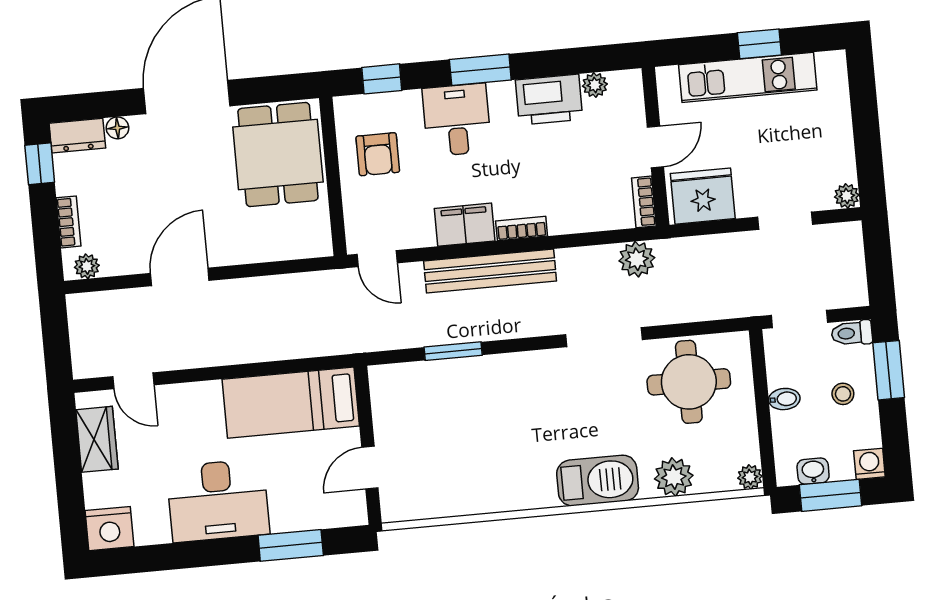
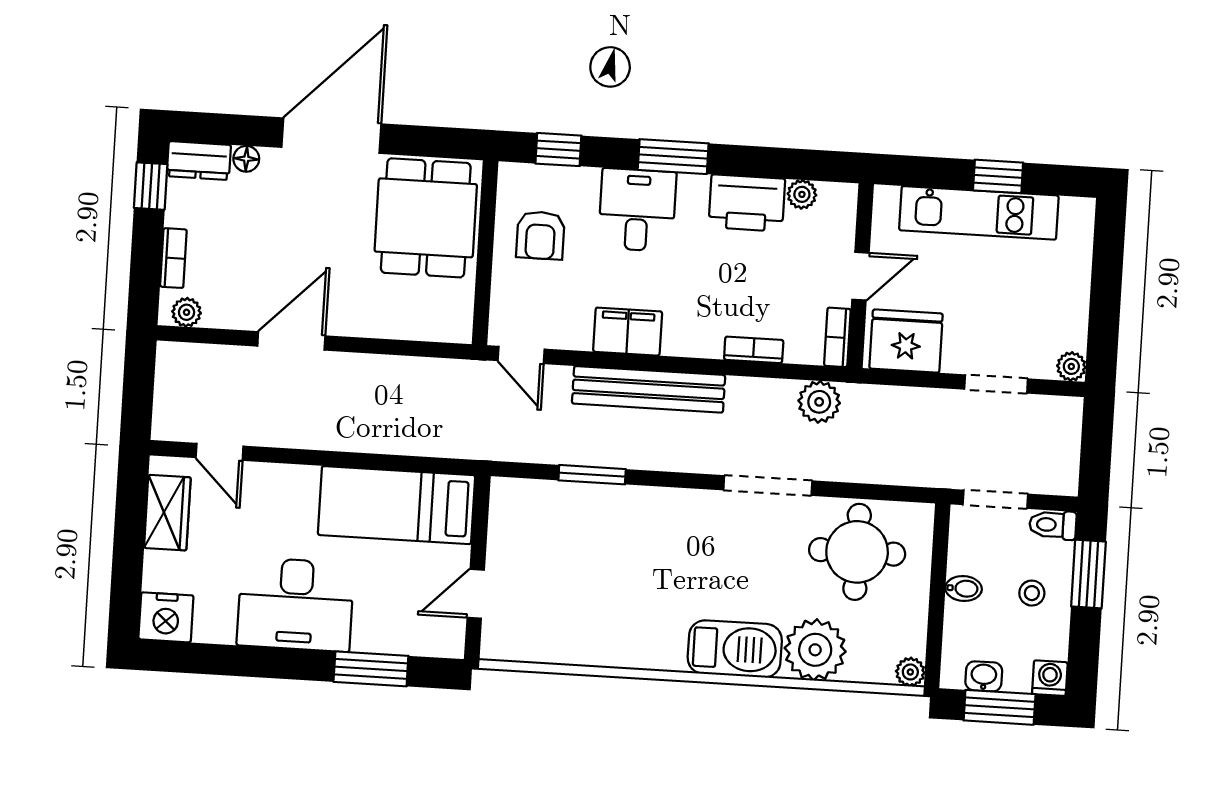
bookcase: (522, 228) -> (754, 350), moved
plant: (674, 477) -> (815, 650), width x1.36, depth x1.36

